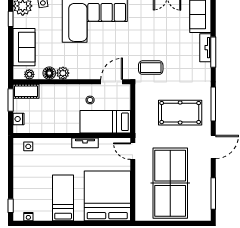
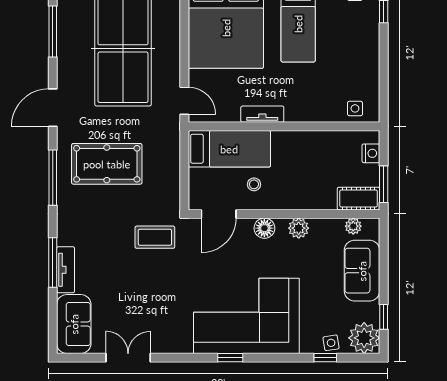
floor lamp: (49, 73) -> (264, 228), moved

